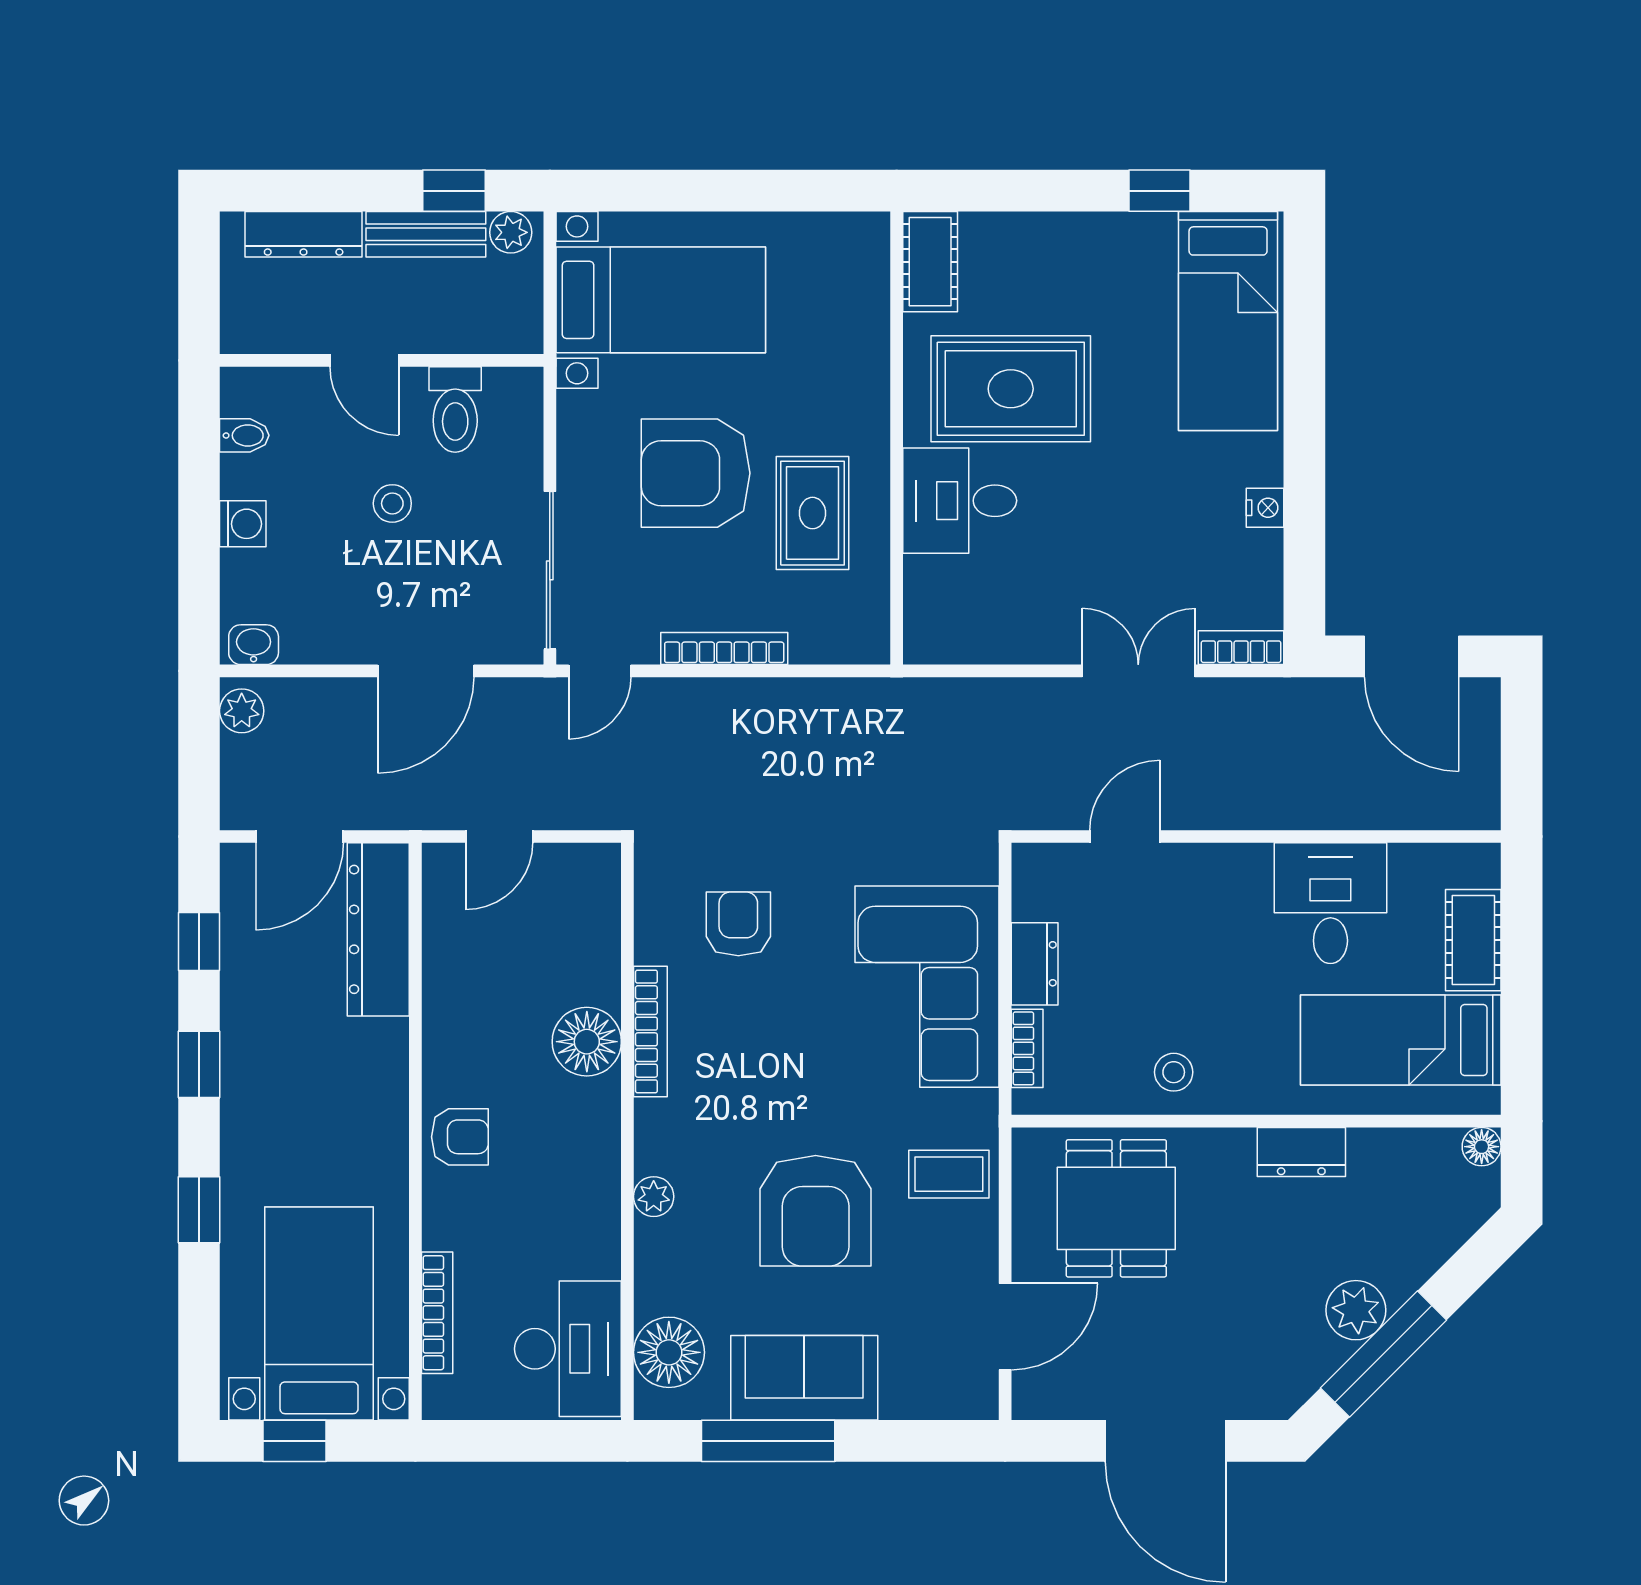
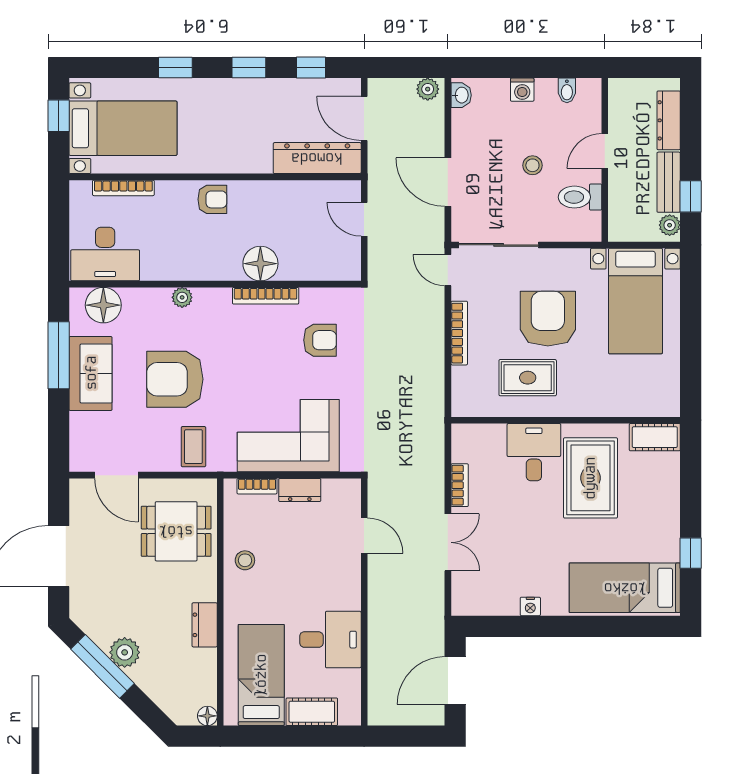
bookcase: (1241, 648) -> (460, 485), moved
armchair: (460, 1137) -> (212, 199), turned -90

